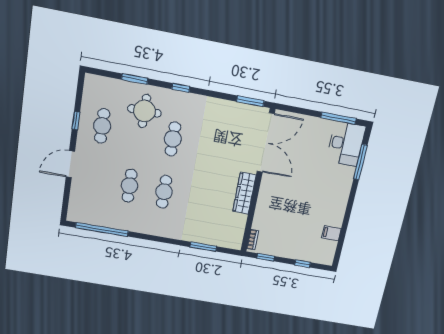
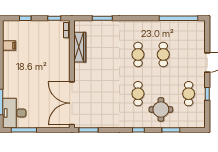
wardrobe: (244, 193) -> (80, 47), moved

